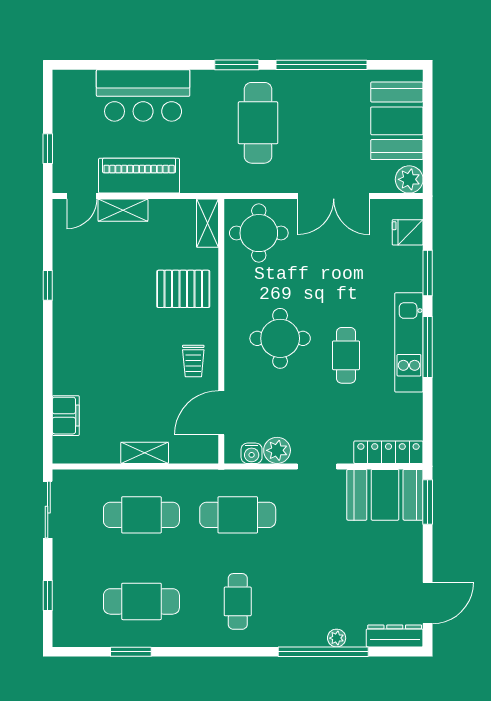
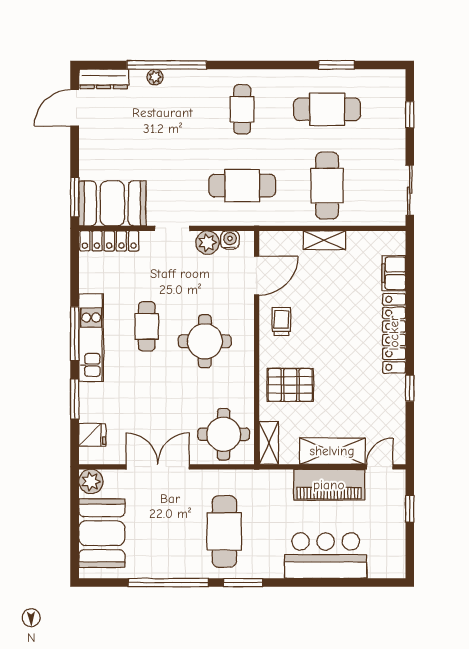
shelving: (123, 210) -> (332, 451), width x1.50, depth x1.33
locker: (65, 347) -> (394, 333), added
cafe table: (141, 515) -> (327, 186), turned 90

